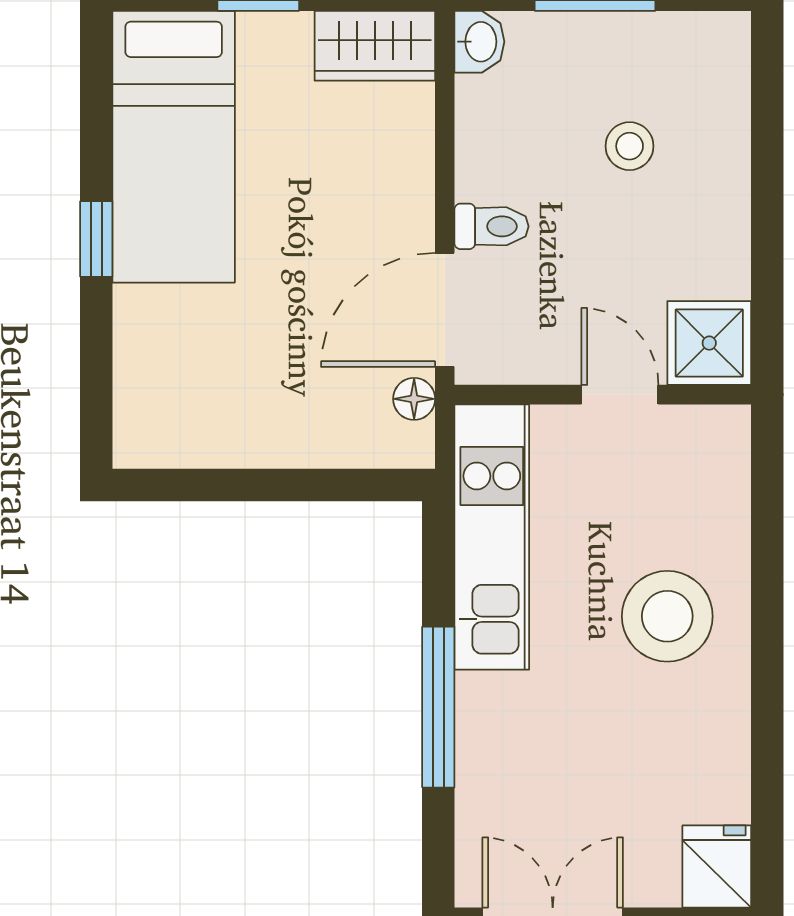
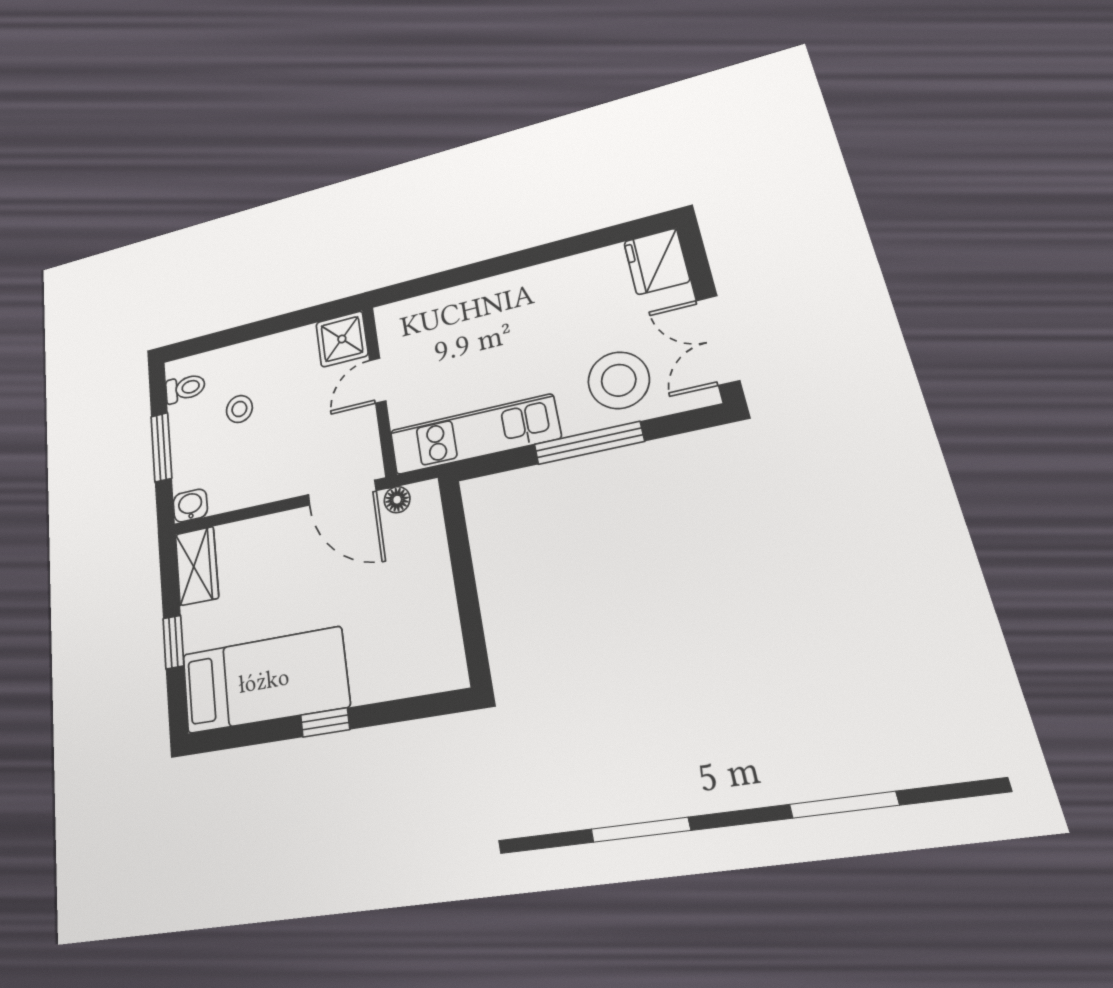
toilet: (492, 226) -> (185, 388), moved, turned 90
stool: (667, 616) -> (619, 380), moved
fridge: (717, 866) -> (657, 261), width x1.38

